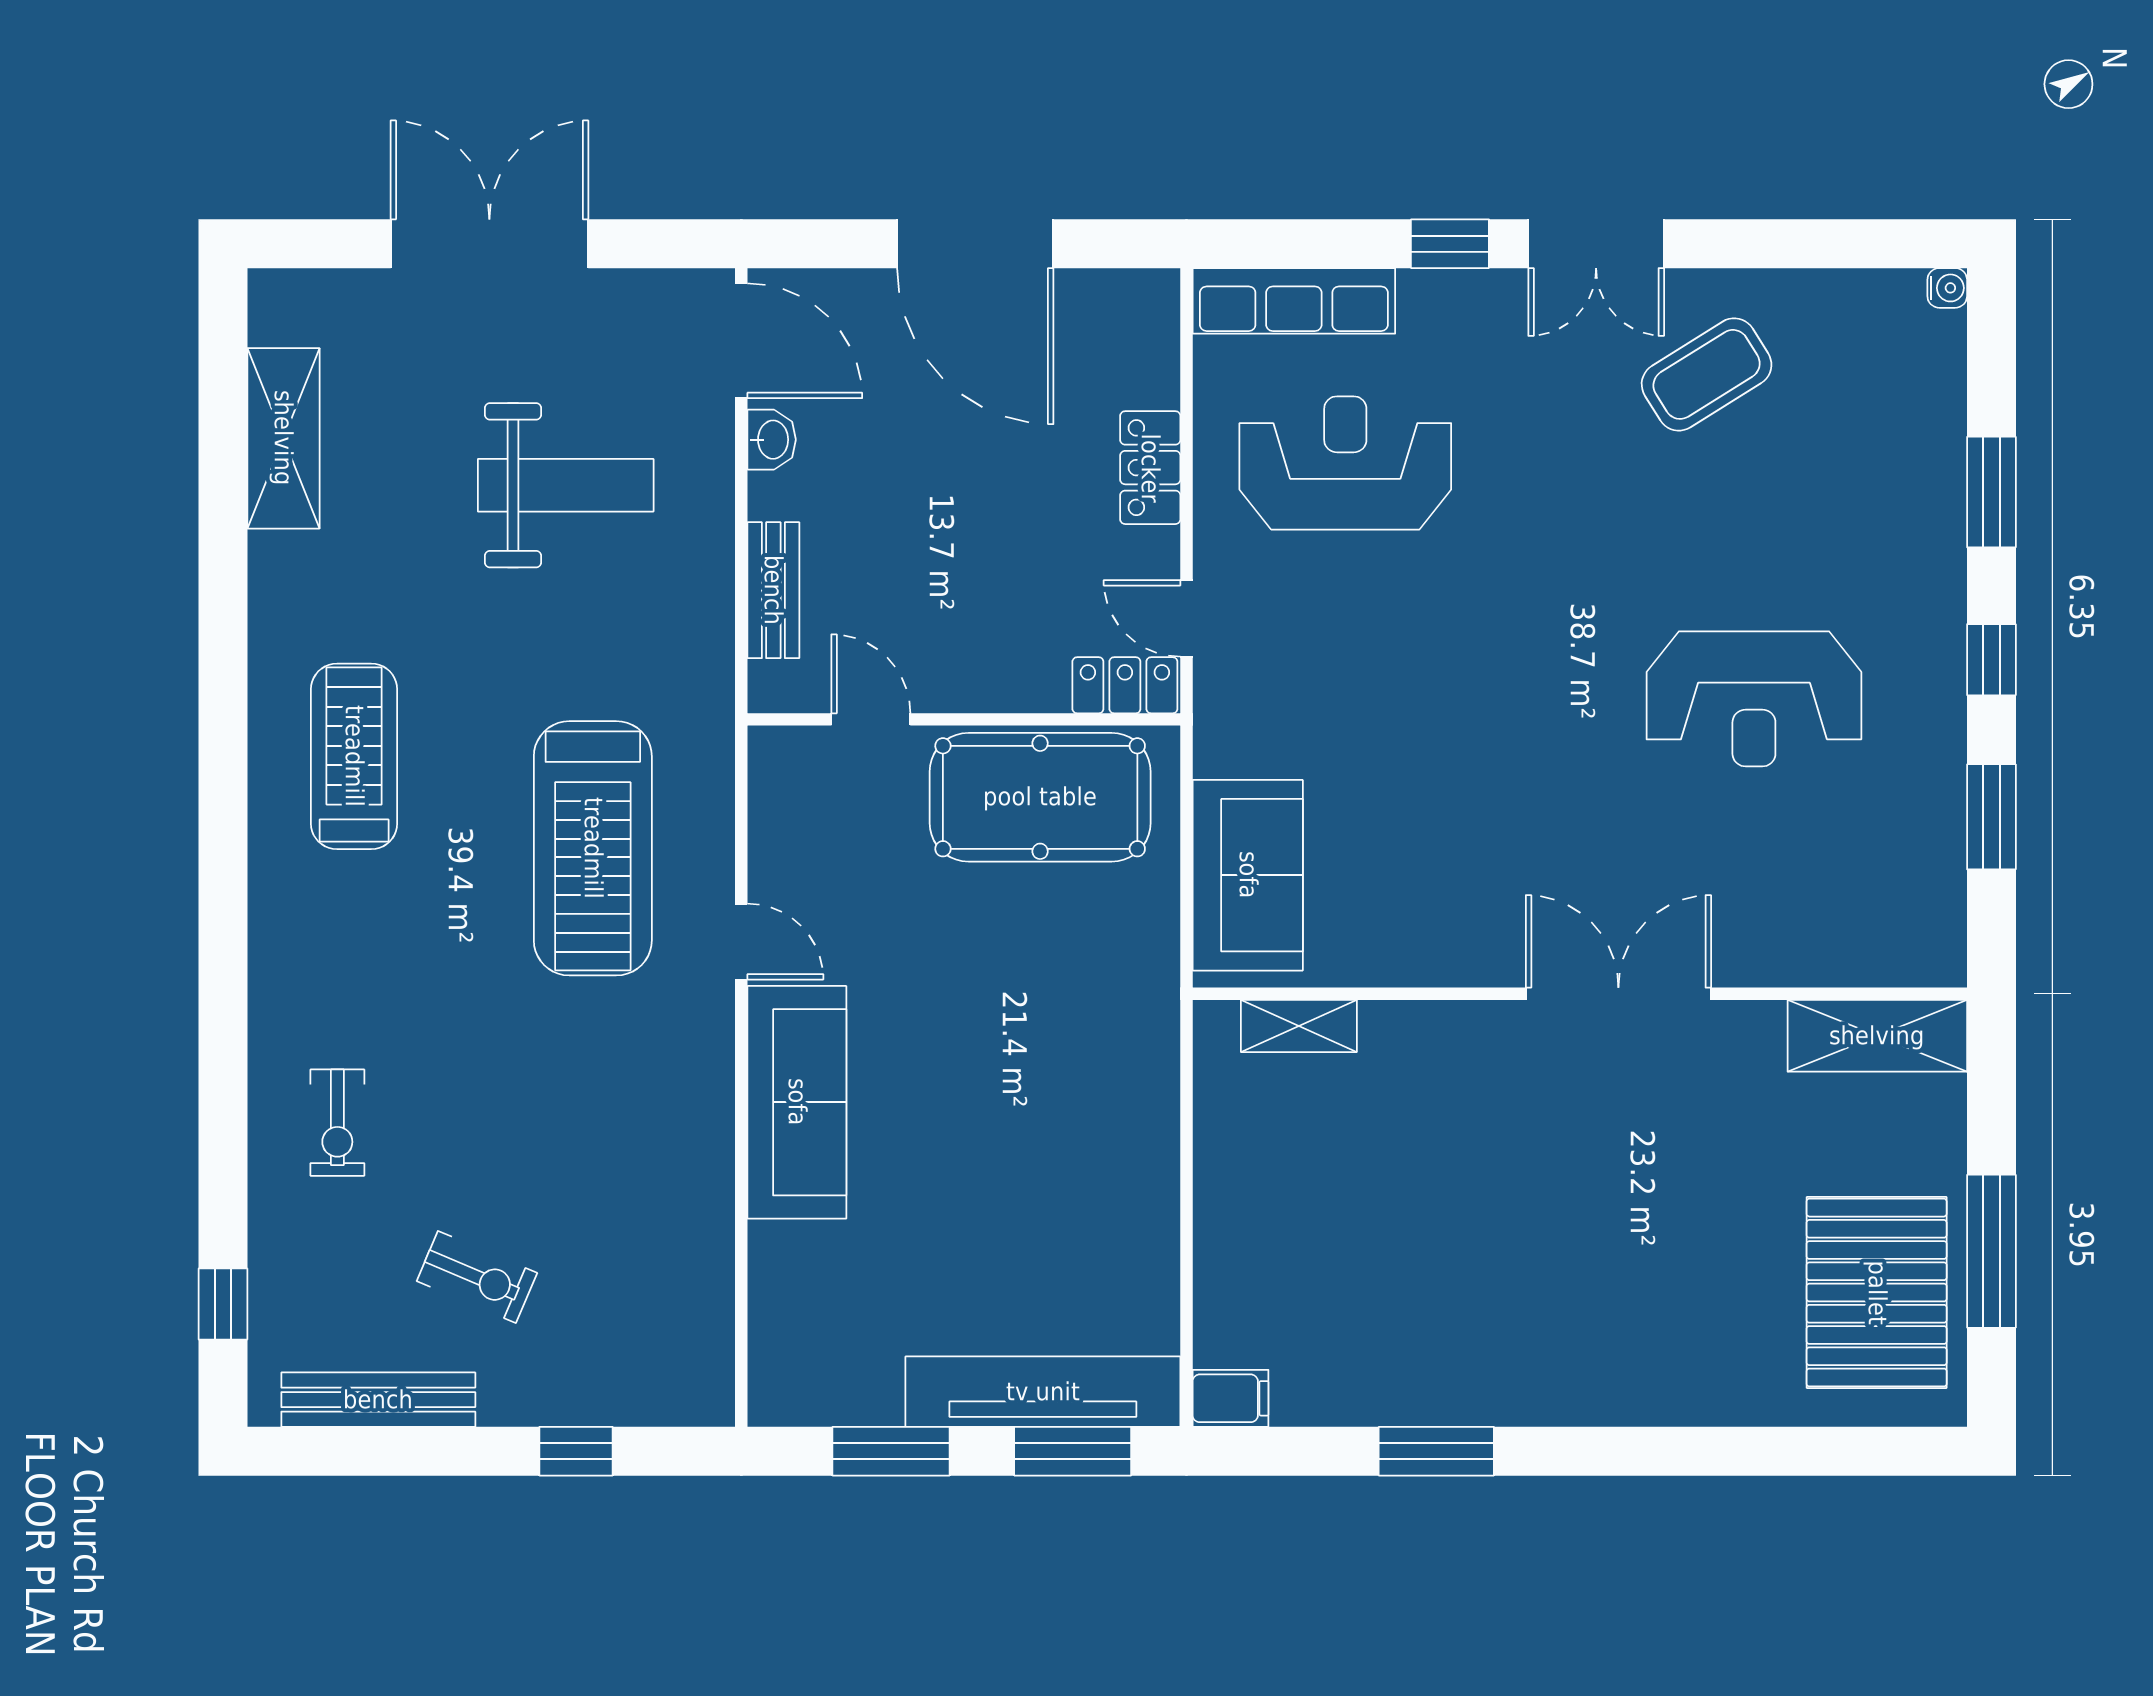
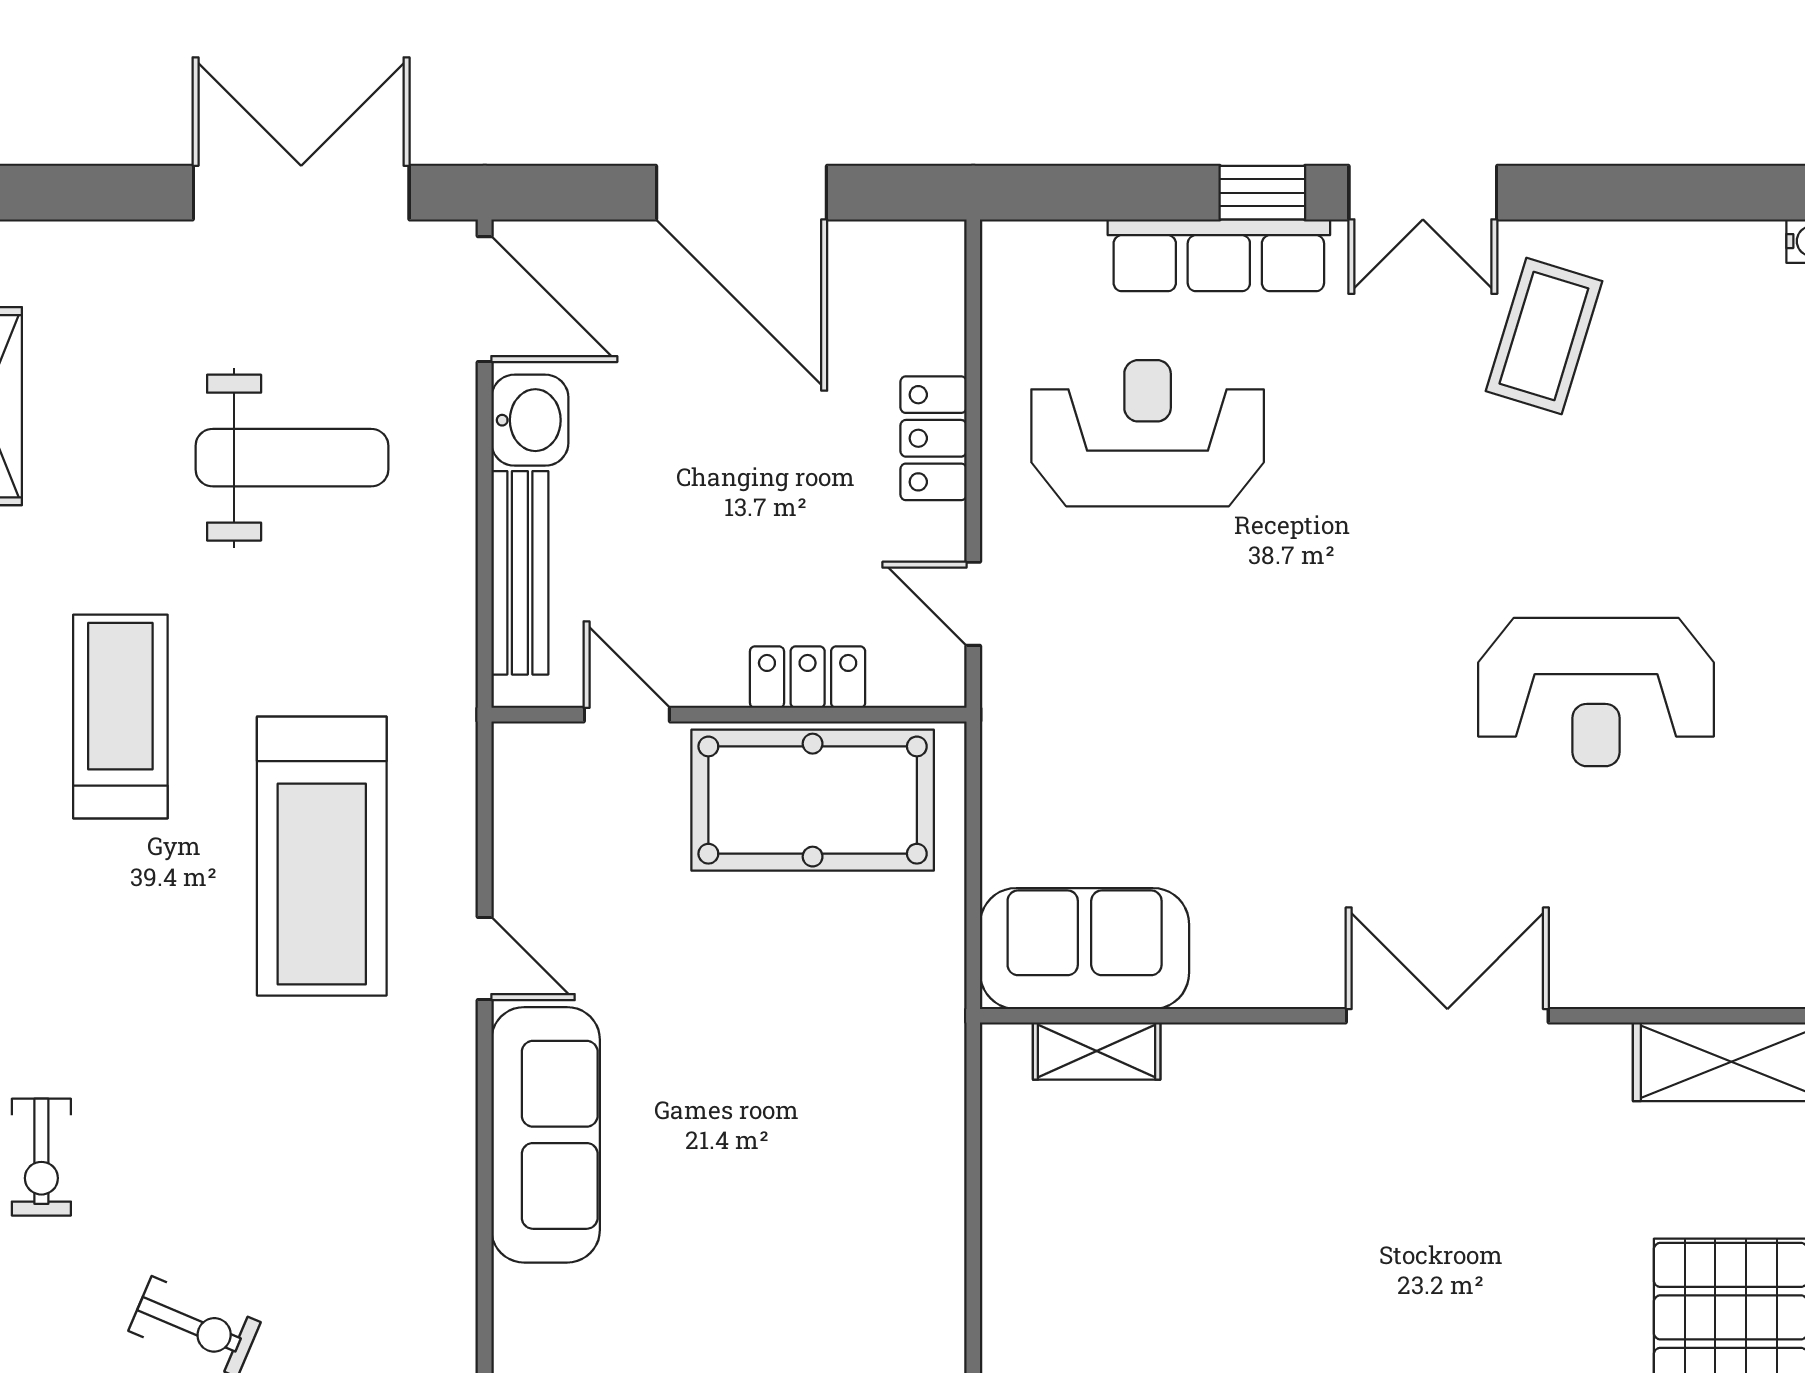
double door: (489, 244) -> (301, 193), moved
row of seats: (1294, 301) -> (1219, 255), moved
coffee table: (1707, 374) -> (1544, 336), turned -41
washbasin: (772, 440) -> (530, 420), width x1.38, depth x1.45
bench: (773, 590) -> (520, 573), width x1.36
locker: (1125, 685) -> (808, 677), moved
treadmill: (354, 756) -> (120, 717), moved
sofa: (1248, 875) -> (1085, 949), moved, turned -90

